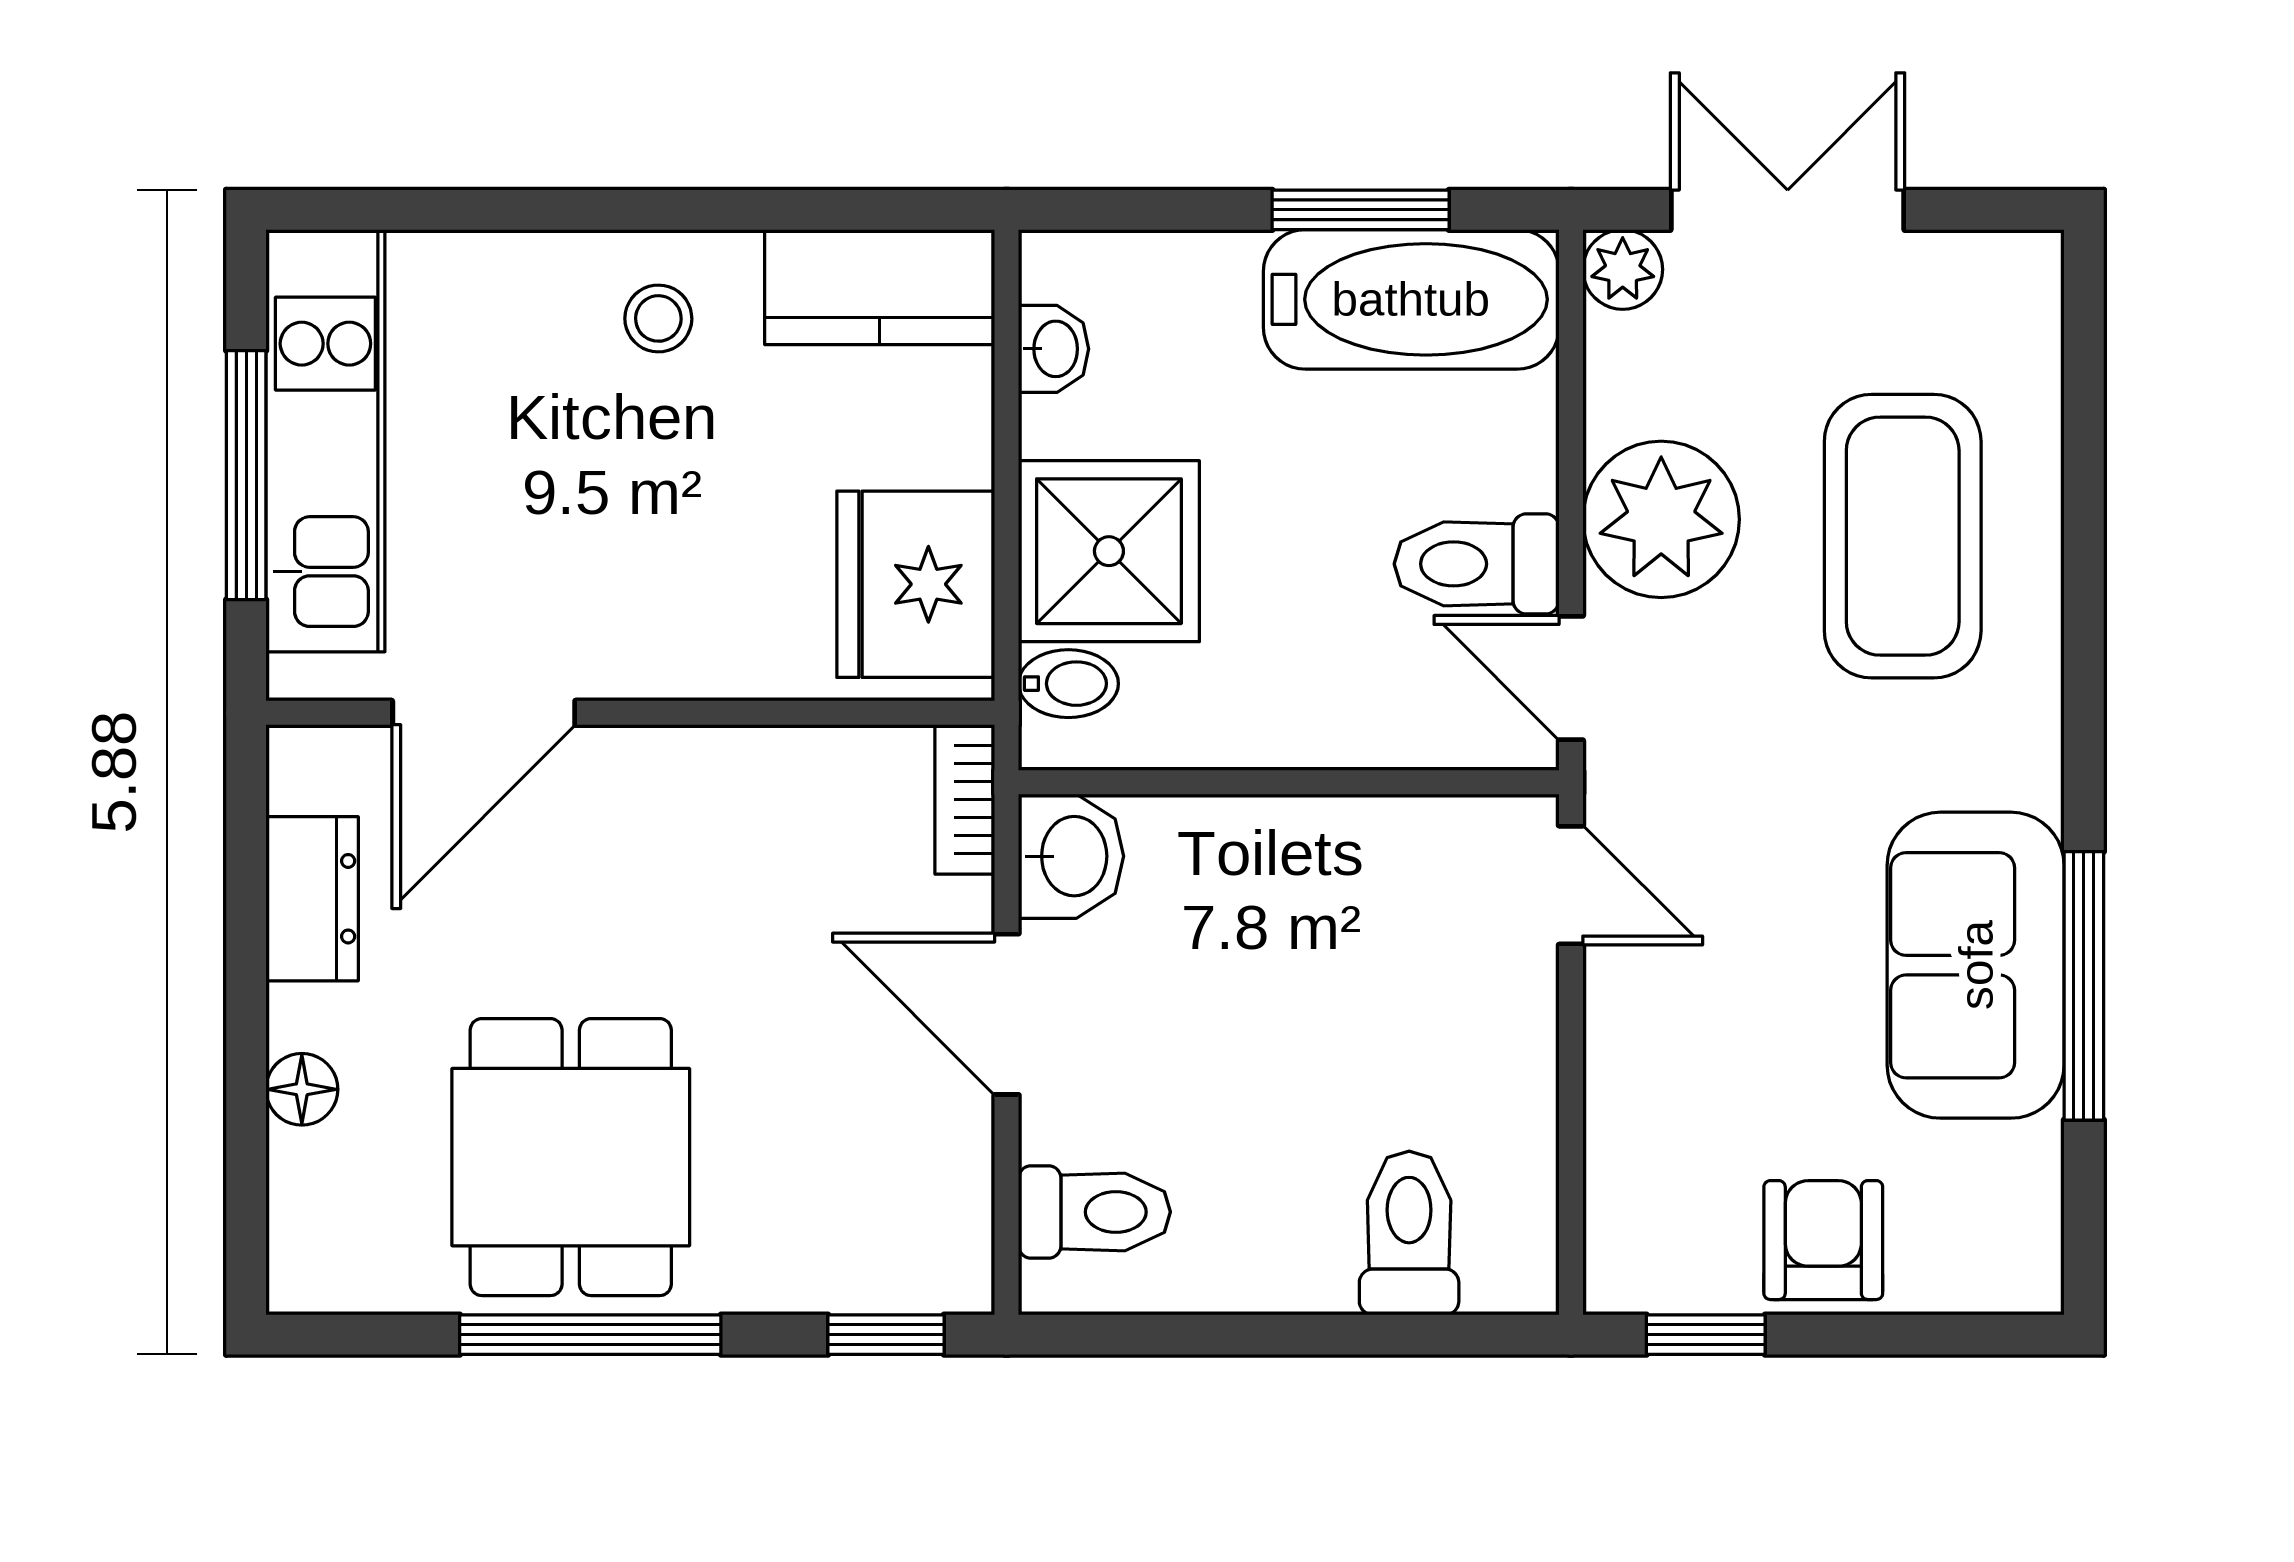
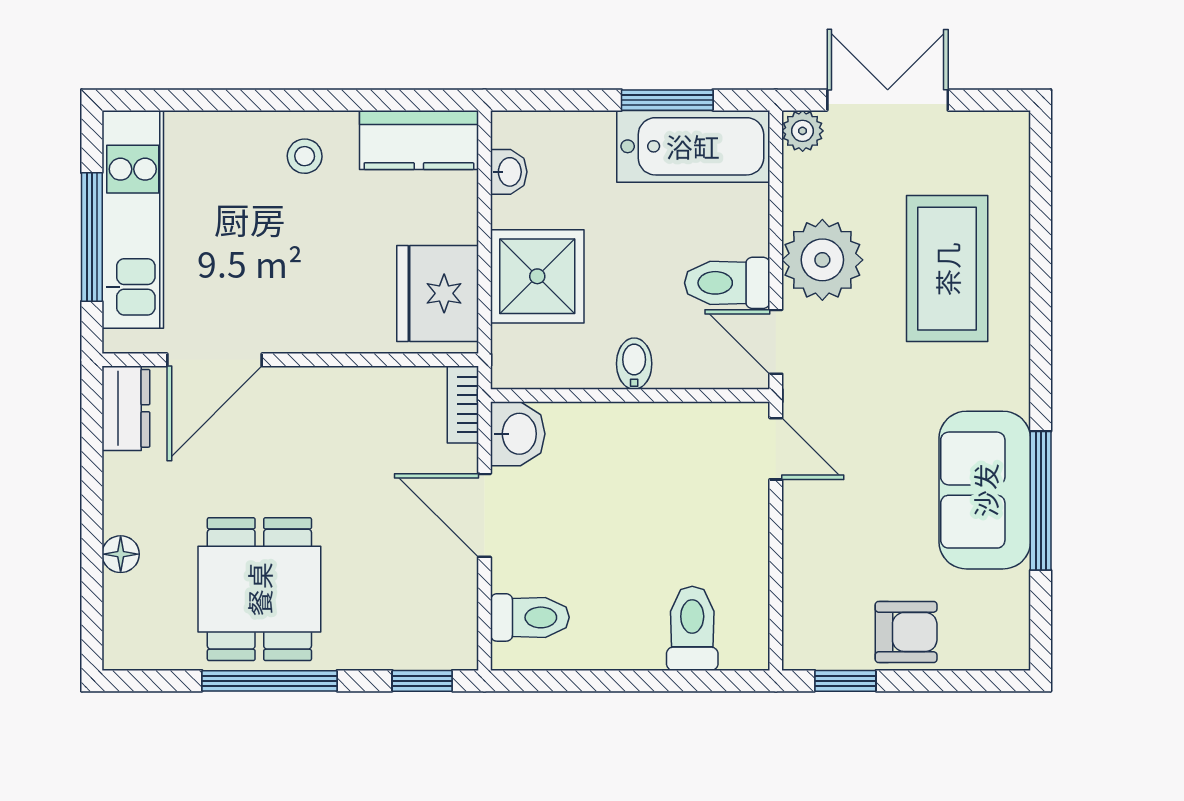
bidet: (1068, 684) -> (634, 364), moved, turned -90
dresser: (312, 899) -> (126, 408), moved
armchair: (1823, 1240) -> (906, 632), turned 90

